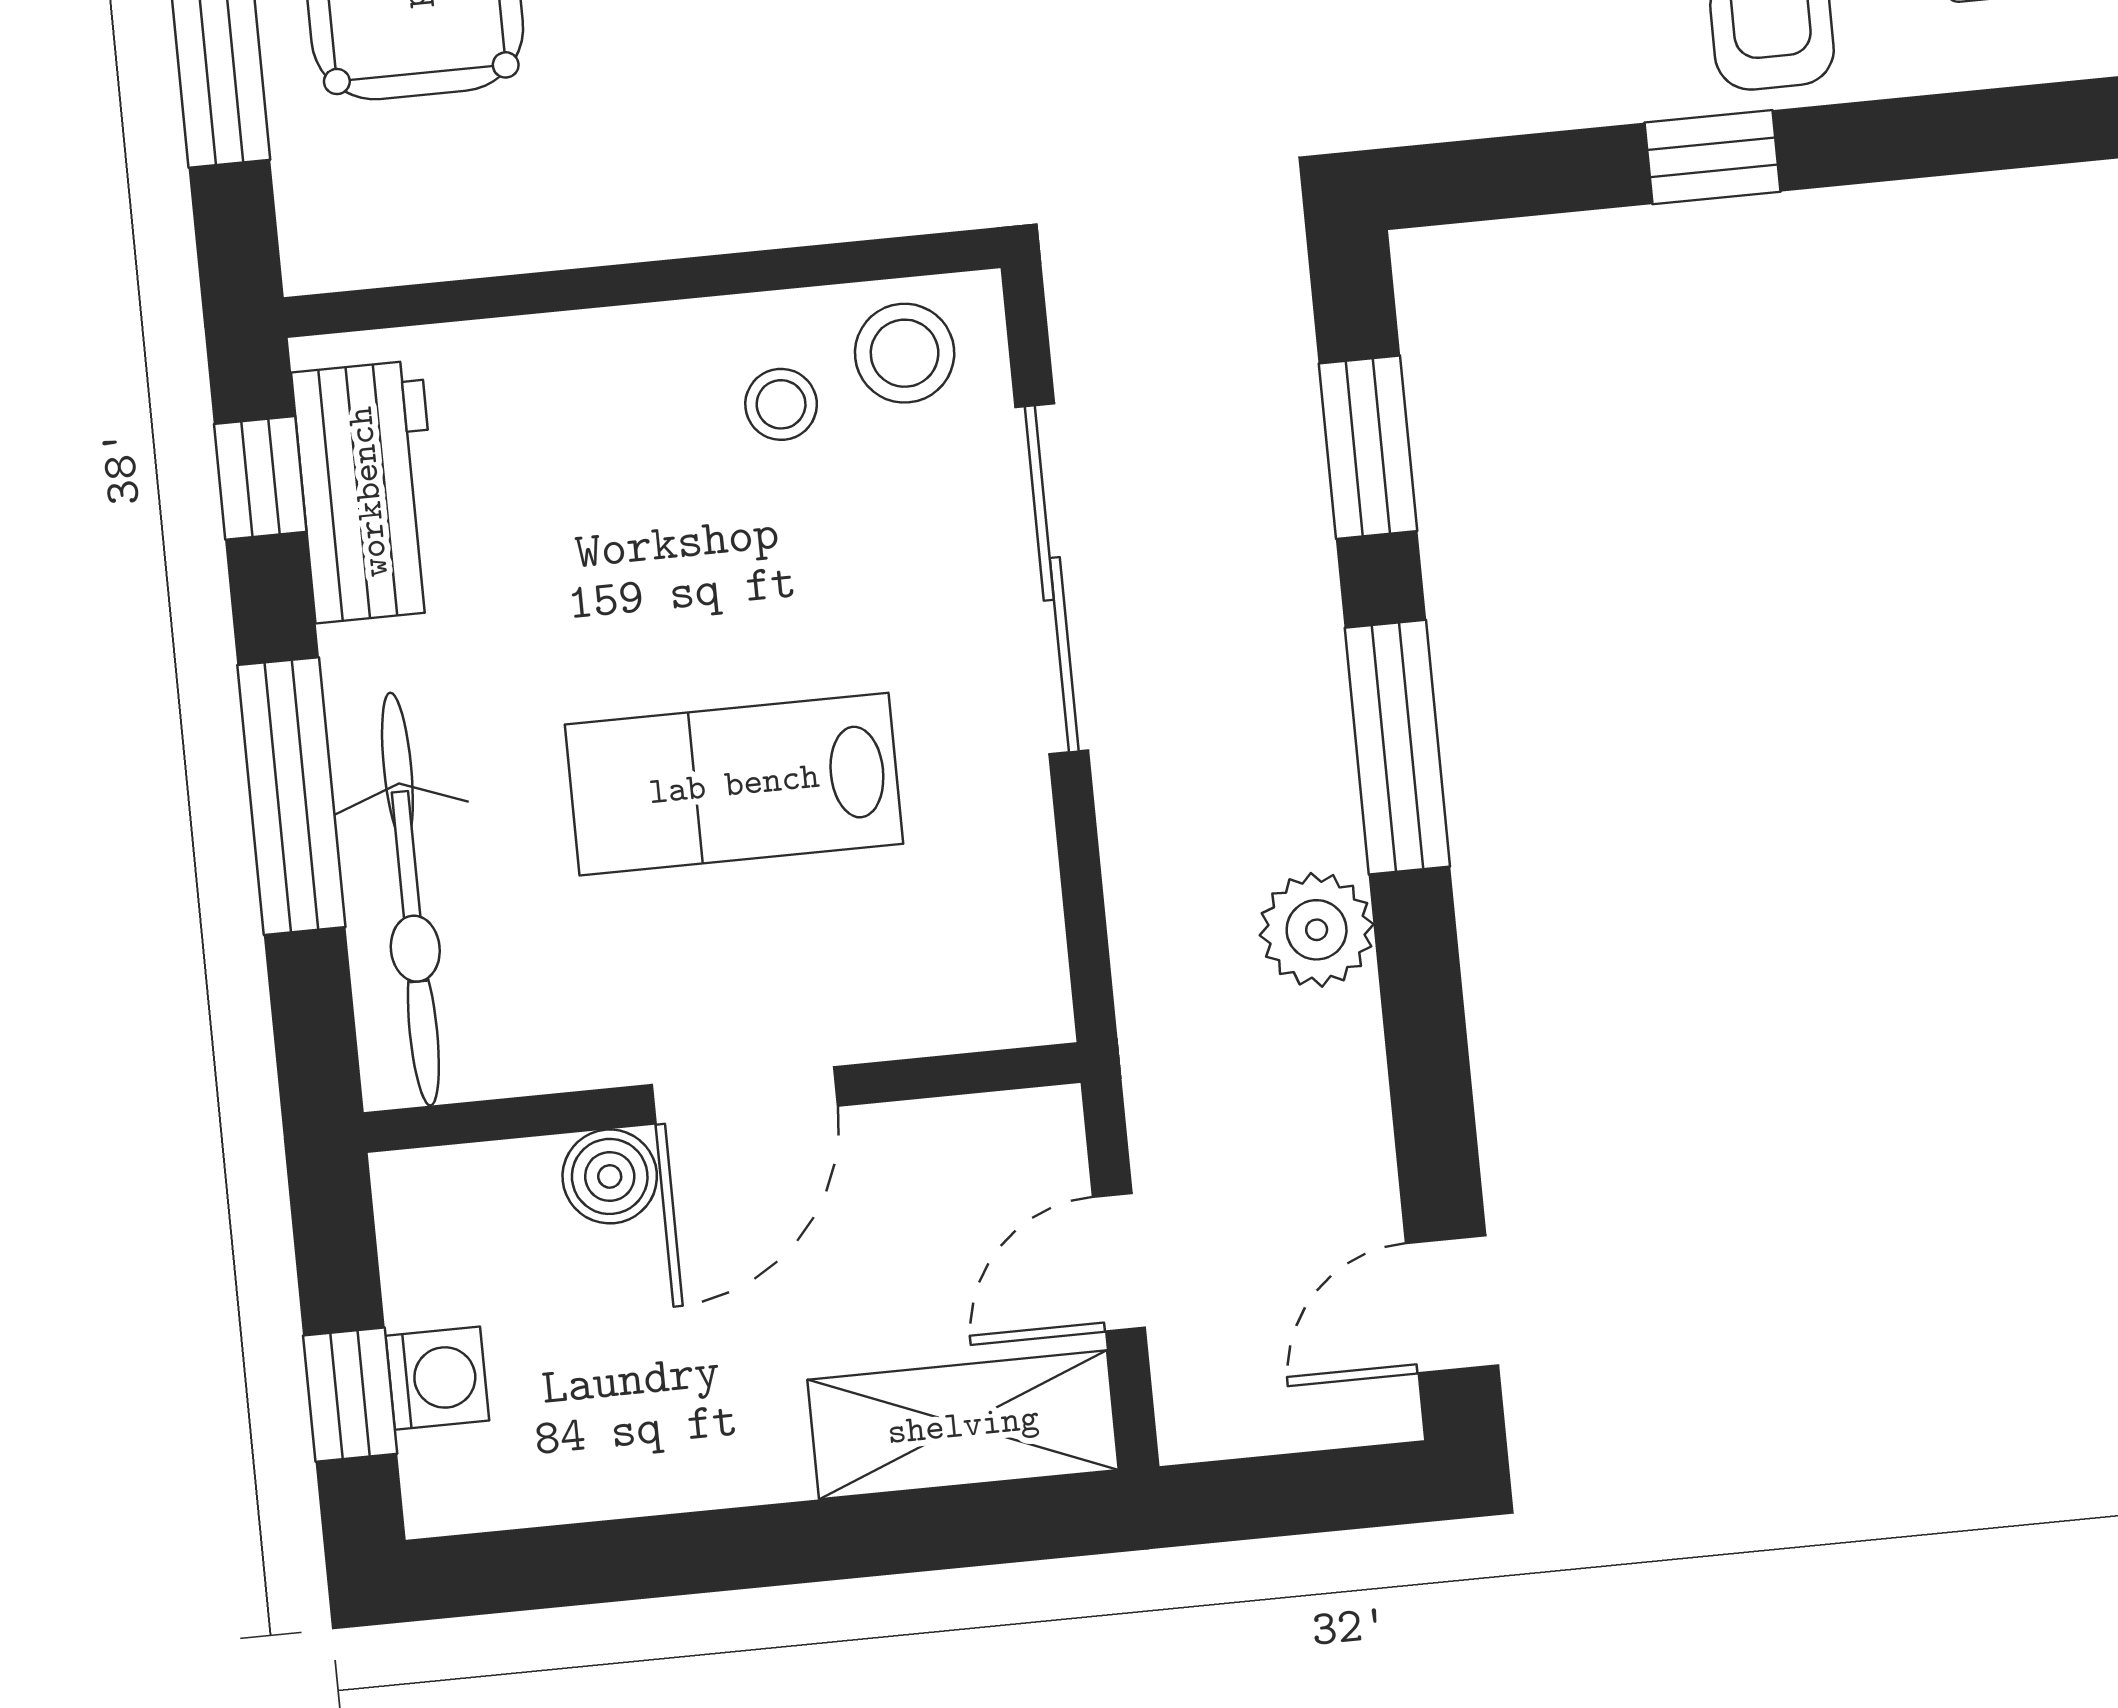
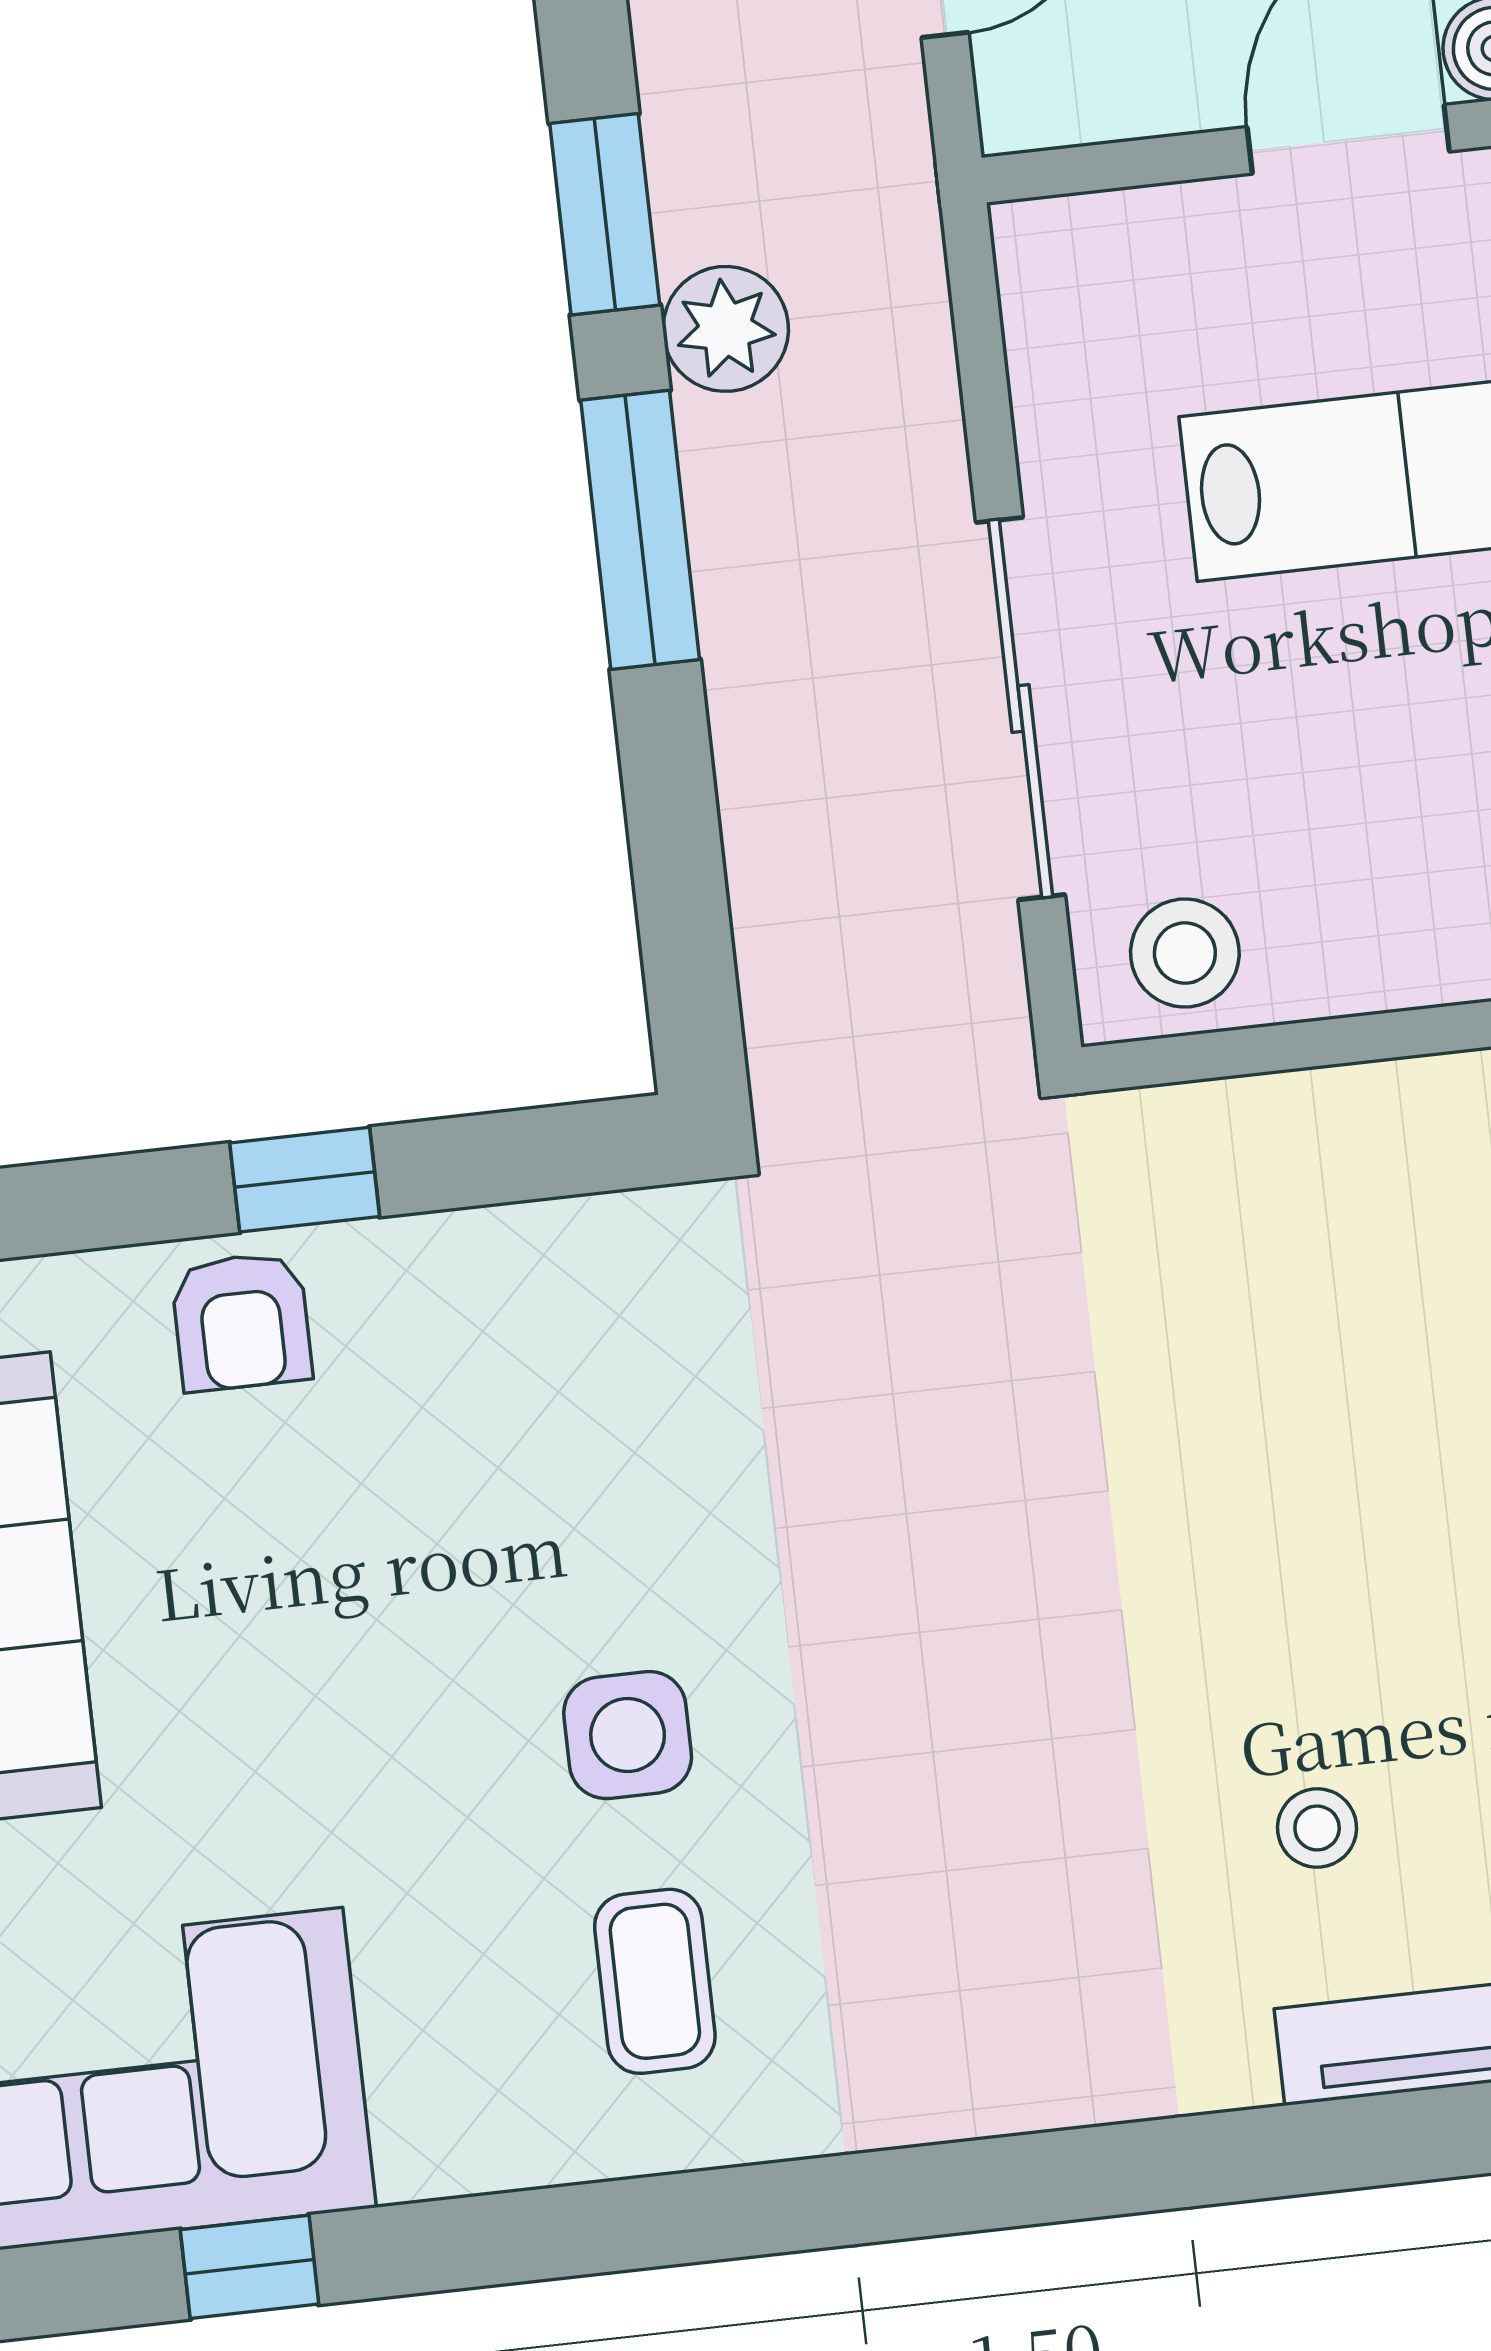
stool: (781, 404) -> (1319, 895), removed
window: (1368, 447) -> (605, 214), moved

